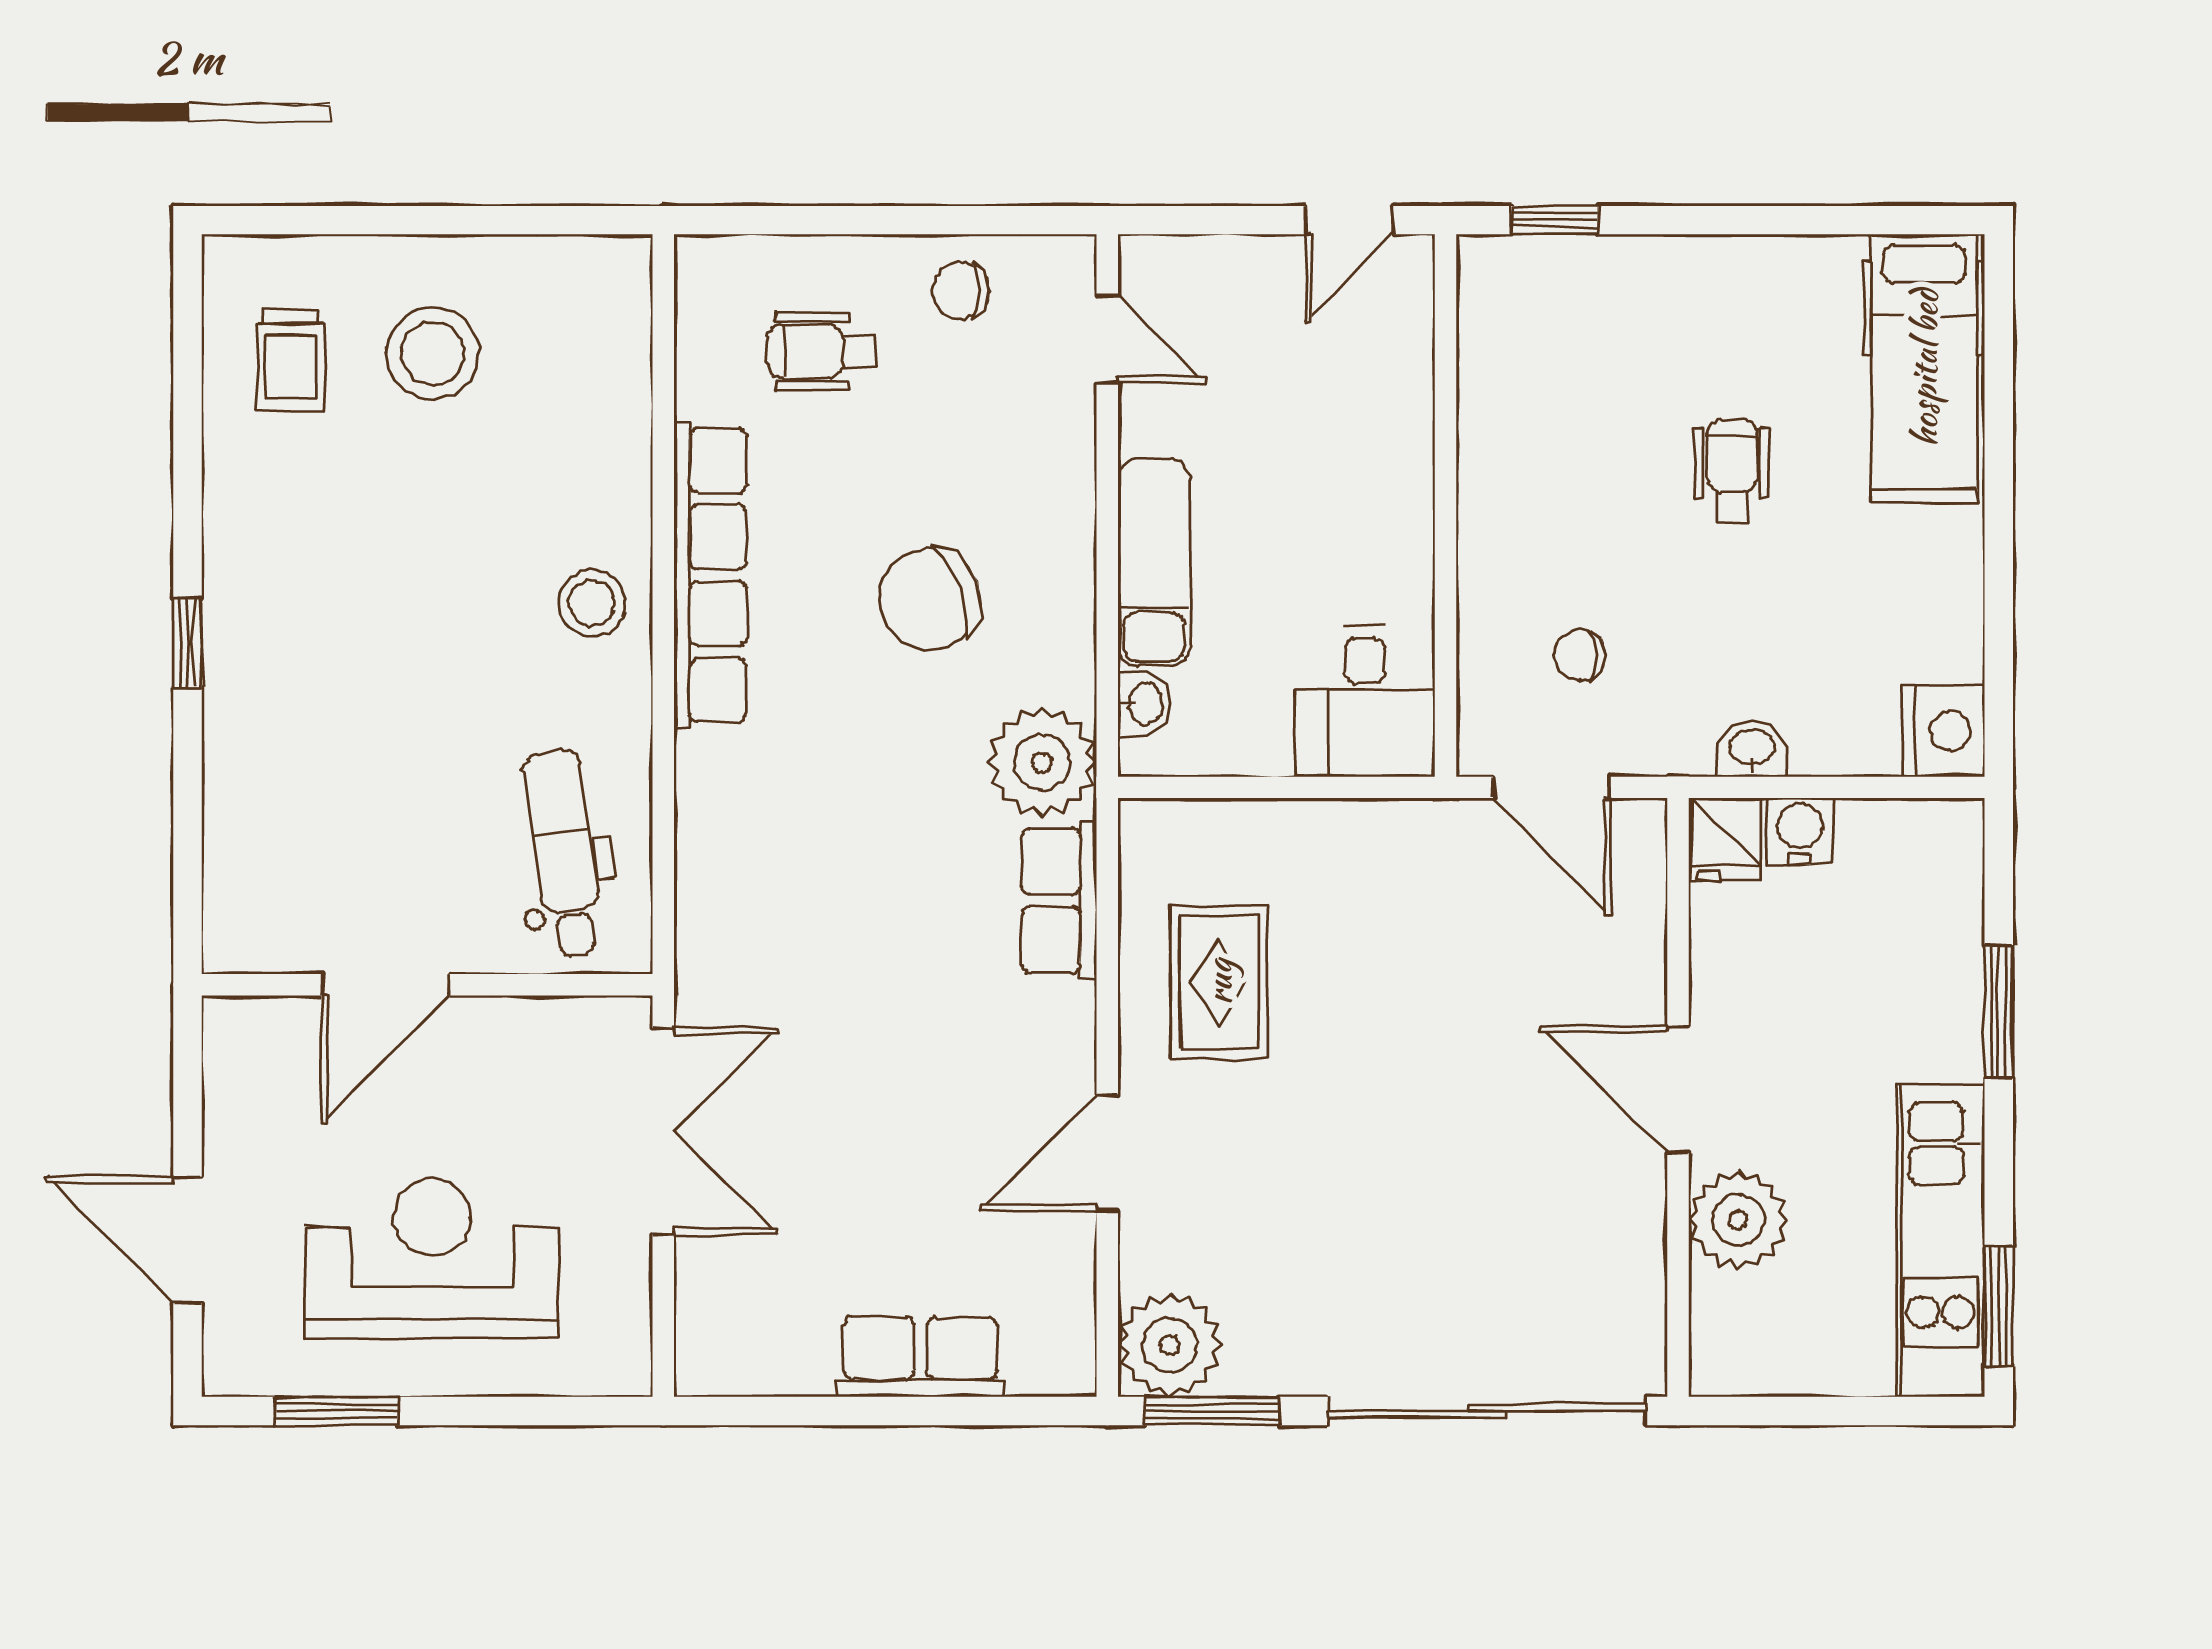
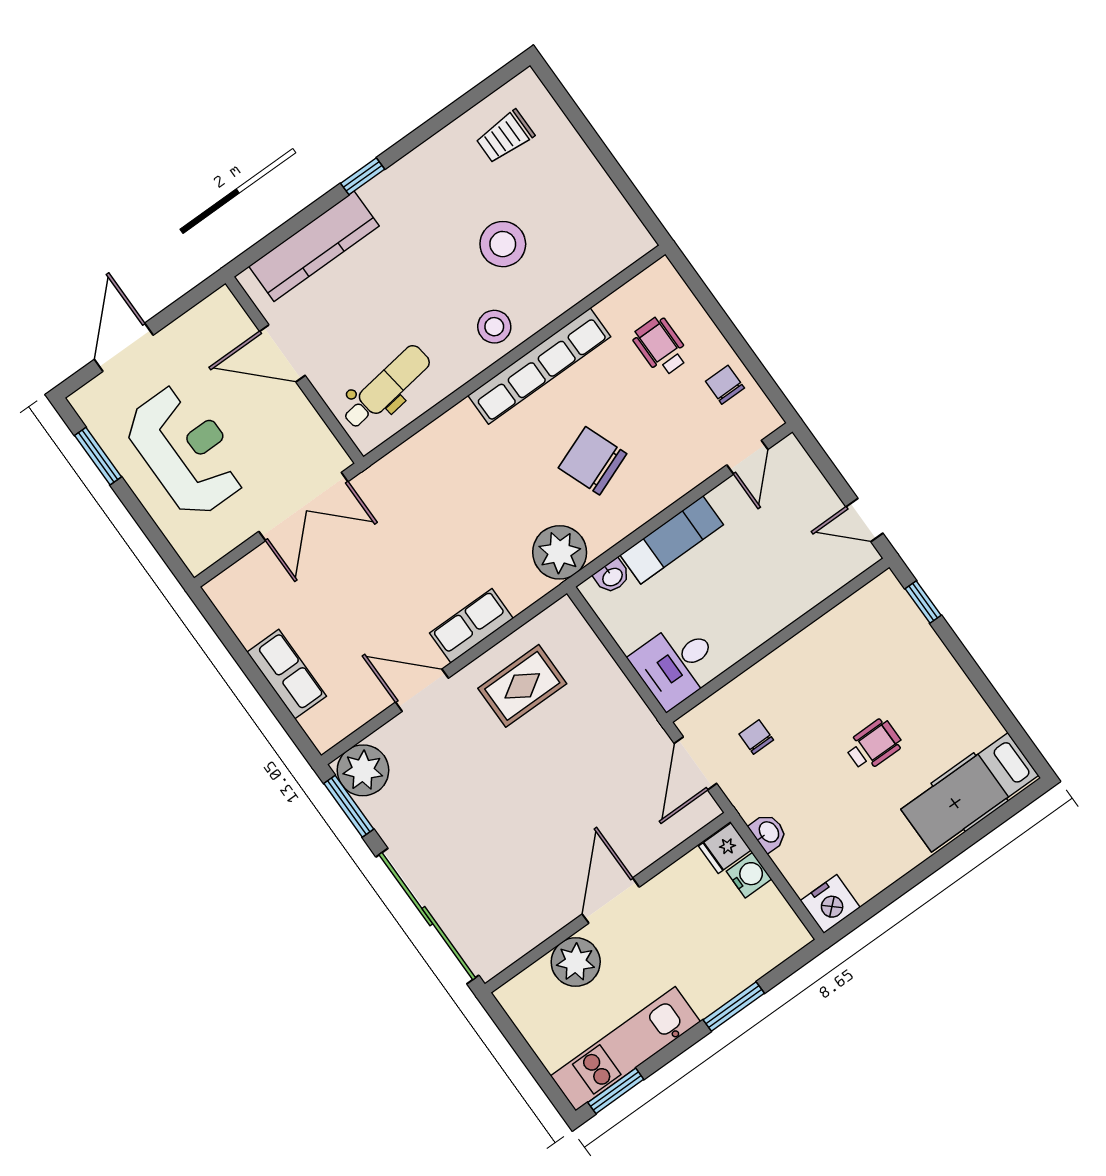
stool: (433, 353) -> (503, 244), moved
kitchen counter: (246, 806) -> (314, 246), added
row of seats: (1059, 901) -> (471, 626), moved

